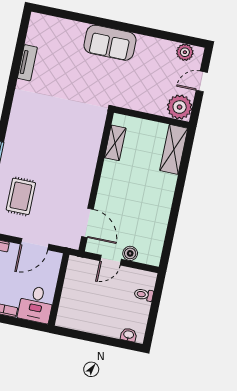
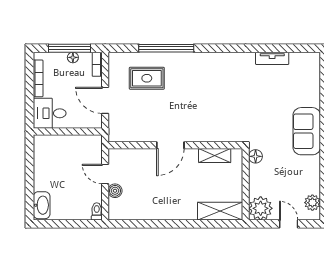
floor lamp: (125, 101) -> (256, 156), added
door: (87, 223) -> (170, 145), moved
toilet: (144, 295) -> (97, 211), moved
washbasin: (129, 335) -> (42, 205), width x1.91, depth x1.45

